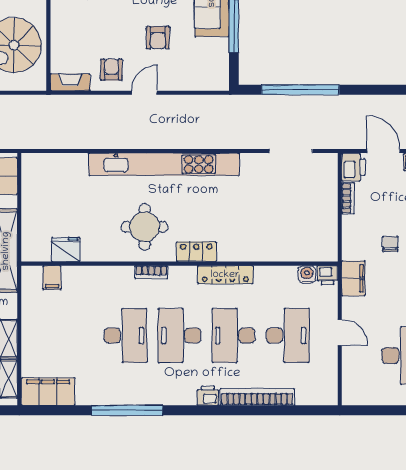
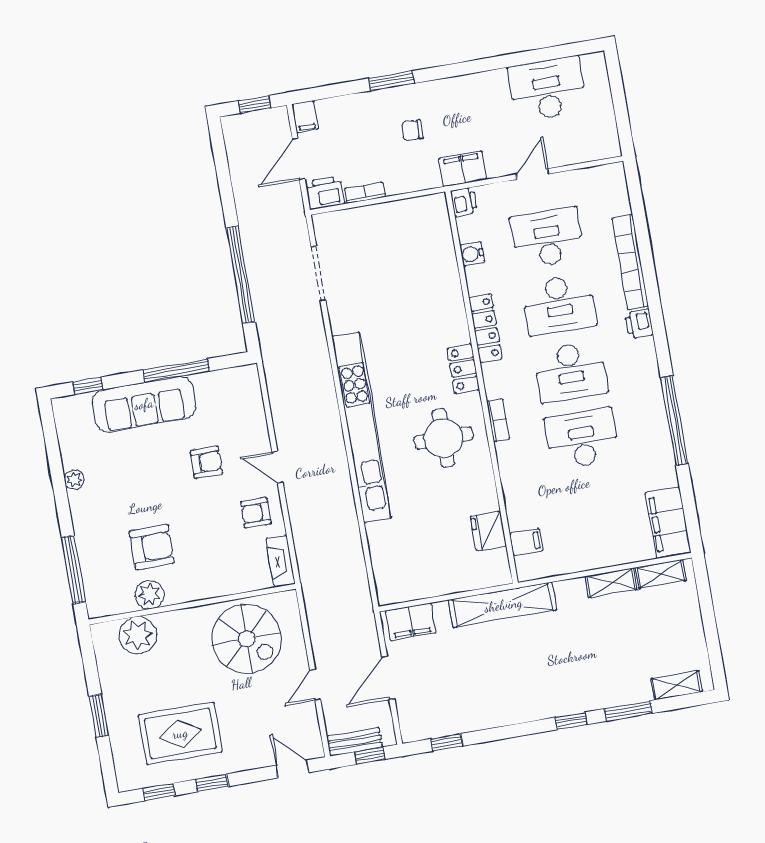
water cooler: (307, 274) -> (472, 254), moved

